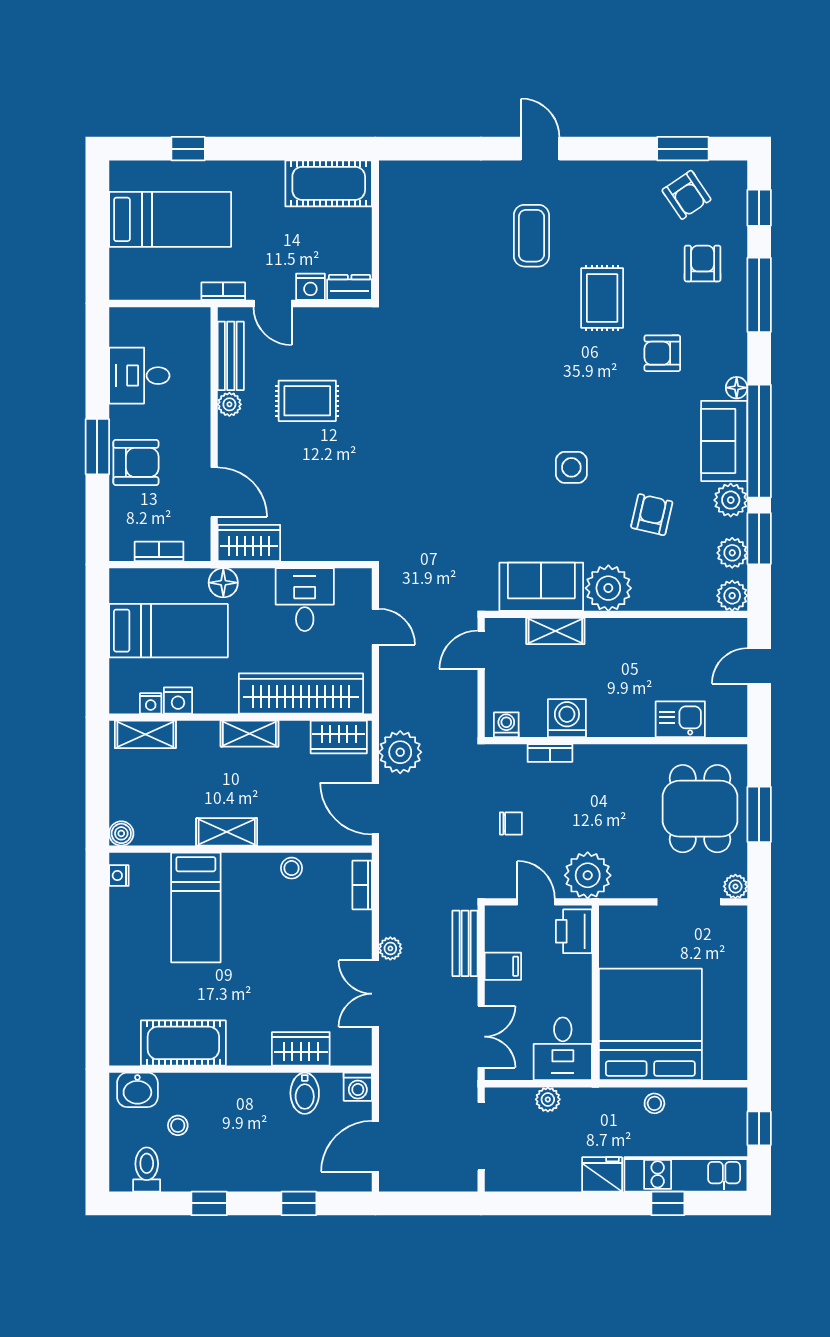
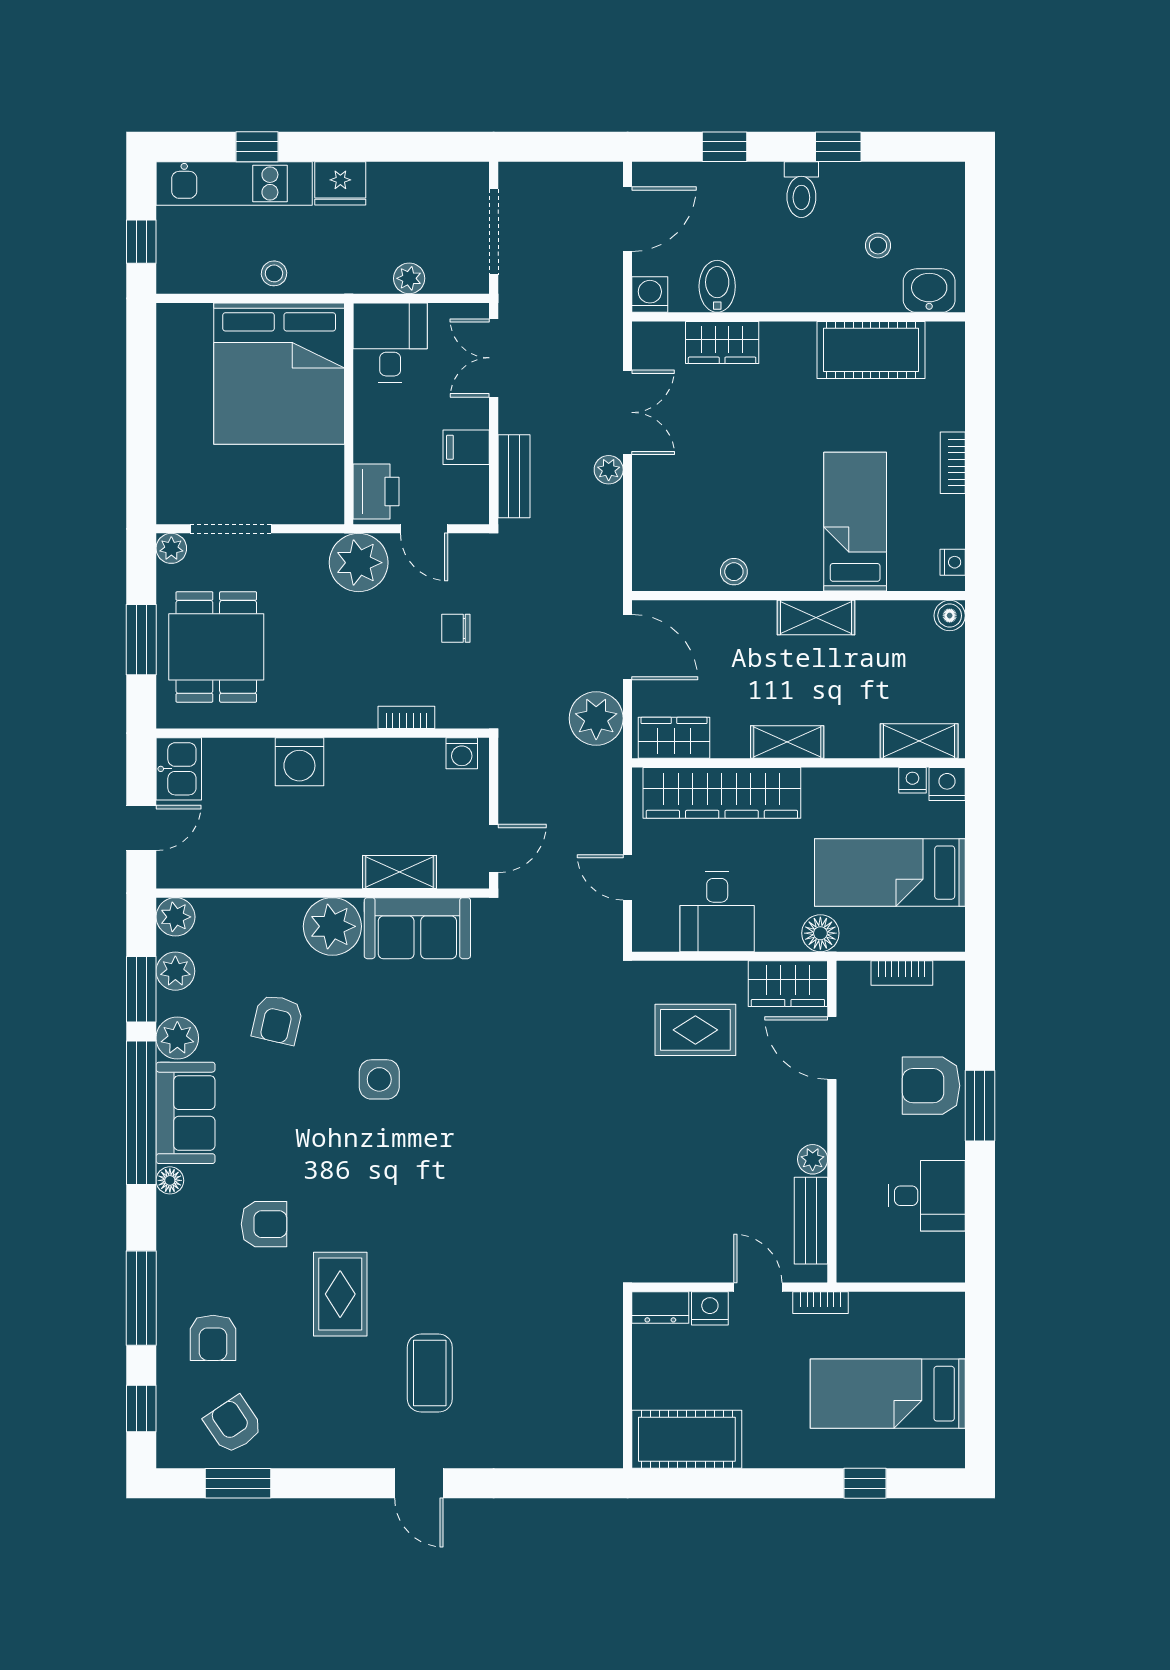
rug: (307, 401) -> (695, 1030), moved
nightstand: (178, 701) -> (947, 784), moved
washing machine: (567, 718) -> (299, 762), moved
kitchen sink: (680, 719) -> (179, 769), moved, turned -90
bookcase: (362, 885) -> (953, 463), moved, turned 180
toilet: (147, 1170) -> (801, 190), moved

